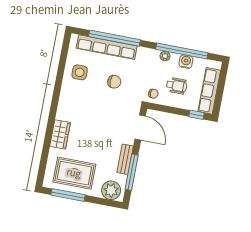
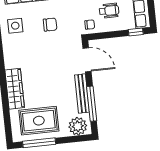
wardrobe: (60, 134) -> (15, 89), width x1.50
bench: (125, 159) -> (82, 94), width x1.36

